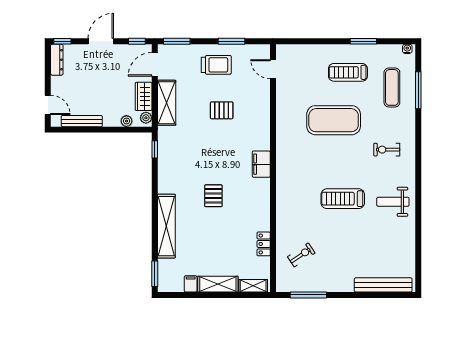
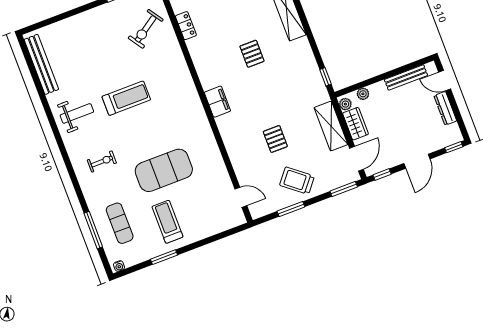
dresser: (57, 60) -> (445, 108), moved
trolley: (216, 65) -> (297, 181), turned 39
treadmill: (348, 72) -> (167, 222), turned -90
pallet: (222, 110) -> (275, 139), turned 90
exercise bike: (301, 255) -> (146, 29), width x1.38, depth x1.39
bench: (383, 285) -> (41, 64), moved, turned 90

